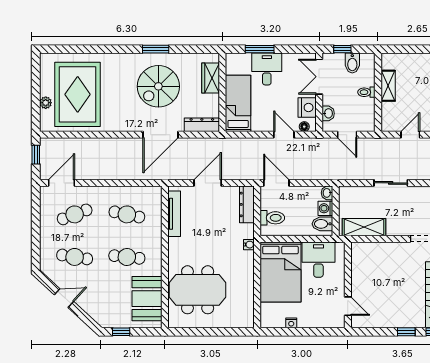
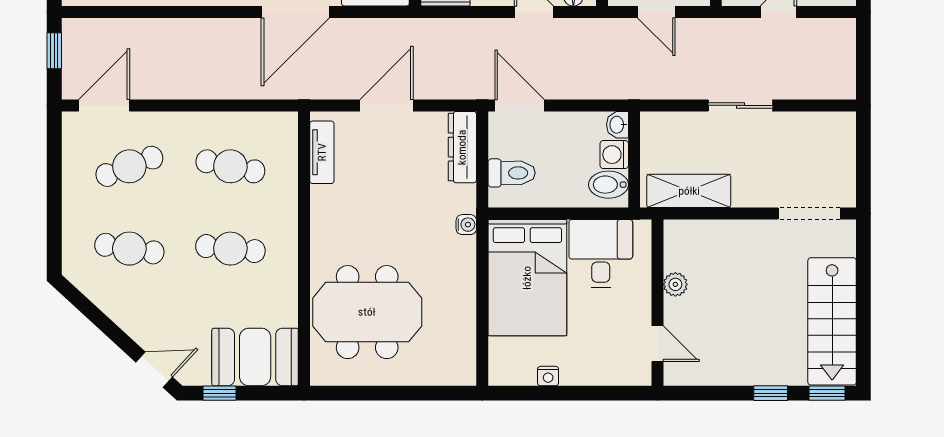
tv unit: (174, 214) -> (322, 152), width x0.71
plant: (357, 275) -> (675, 284), added
door: (64, 298) -> (154, 370), moved
booth: (147, 299) -> (255, 357), moved, turned 90

